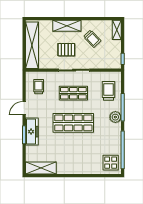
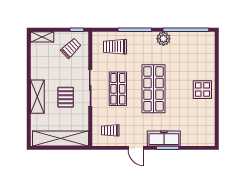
trolley: (92, 39) -> (71, 48), moved
plant: (115, 117) -> (163, 39), moved
display table: (111, 163) -> (202, 90), moved
shelving: (41, 168) -> (208, 128), removed

